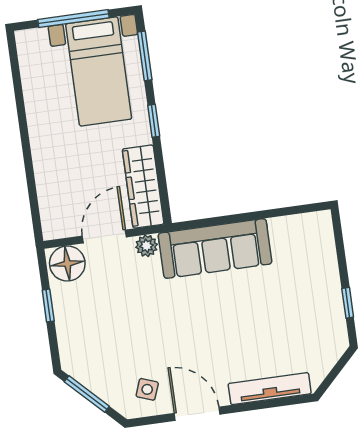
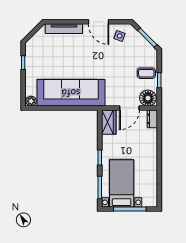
wardrobe: (143, 187) -> (109, 122), width x0.67
dresser: (52, 220) -> (152, 119), added
plant: (147, 246) -> (31, 101), moved
sofa: (215, 248) -> (71, 93), width x1.36, depth x1.27
coffee table: (78, 317) -> (146, 73), added

